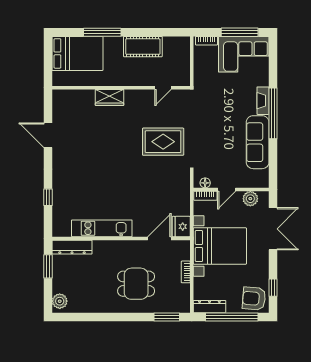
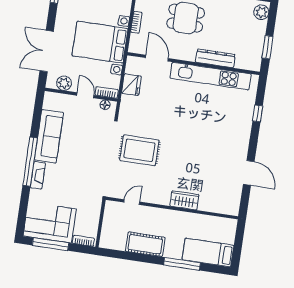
bed: (77, 53) -> (208, 253), width x0.67
door: (227, 190) -> (85, 95), hinge flipped
fridge: (181, 227) -> (131, 85), moved
kitchen unit: (102, 228) -> (211, 76), width x1.36
door: (159, 238) -> (157, 58), swing flipped
dresser: (72, 247) -> (215, 58), moved

